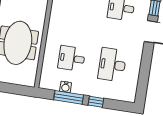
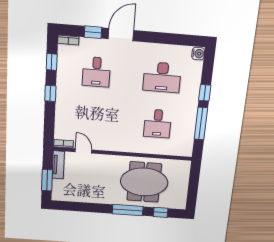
water cooler: (66, 87) -> (198, 54), moved

